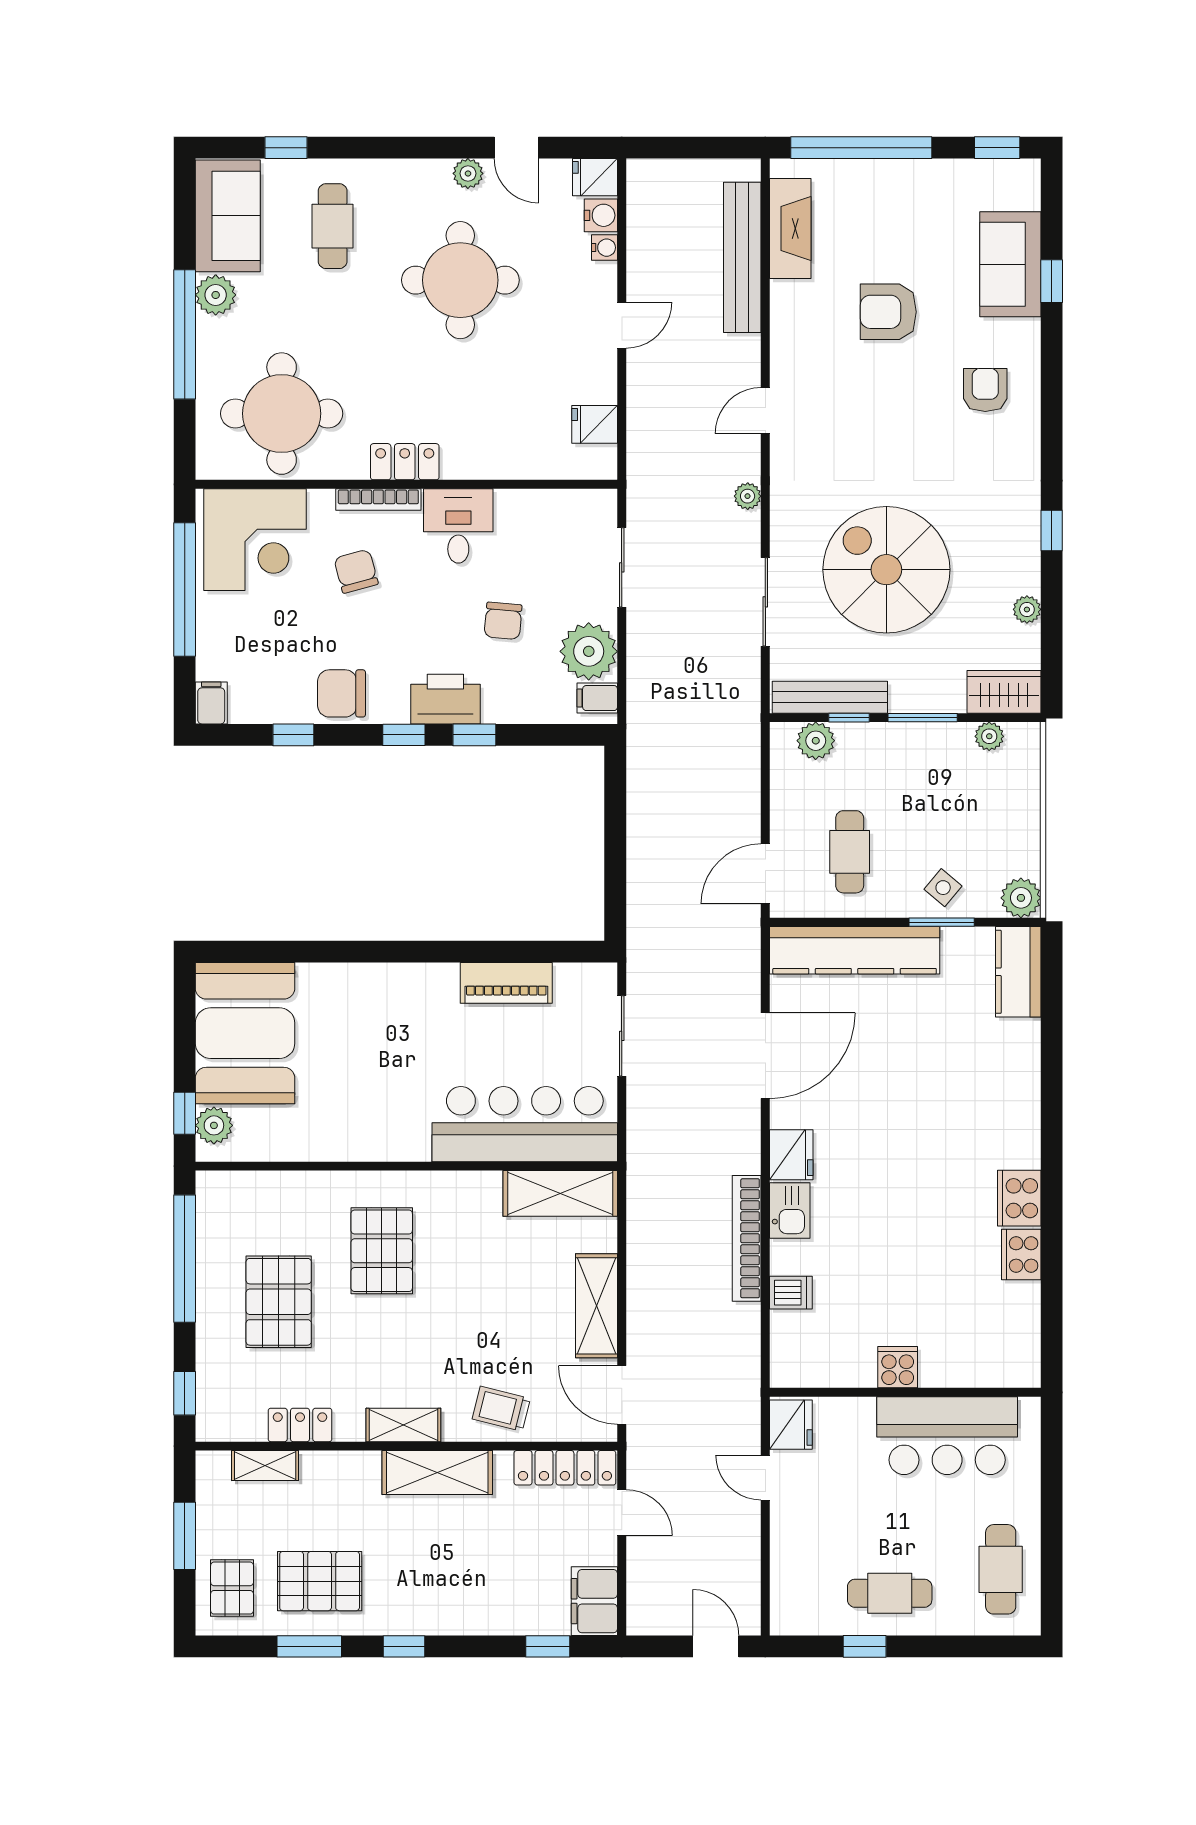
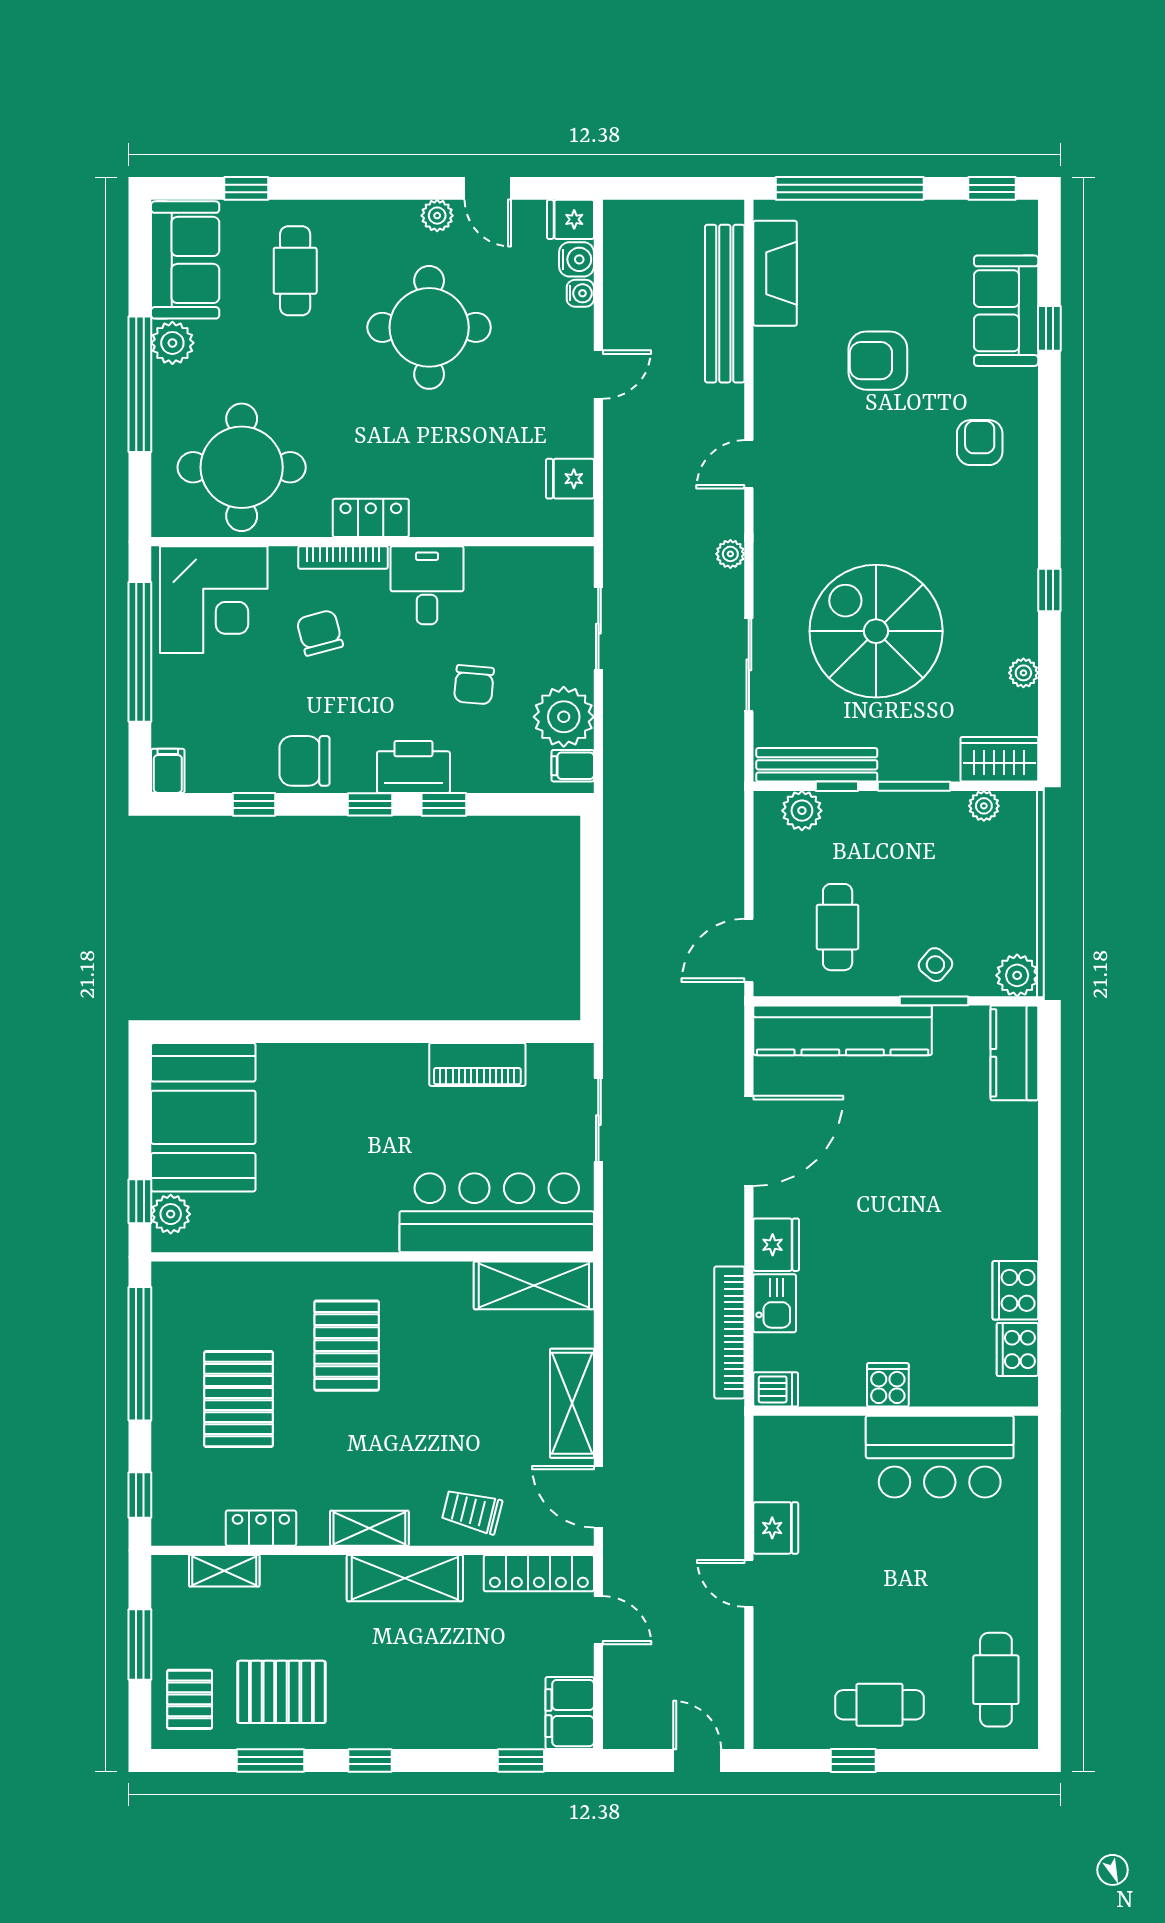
cooker: (898, 1367) -> (888, 1385), moved
wall: (905, 1392) -> (896, 1411), moved
bar counter: (947, 1436) -> (940, 1457), moved

